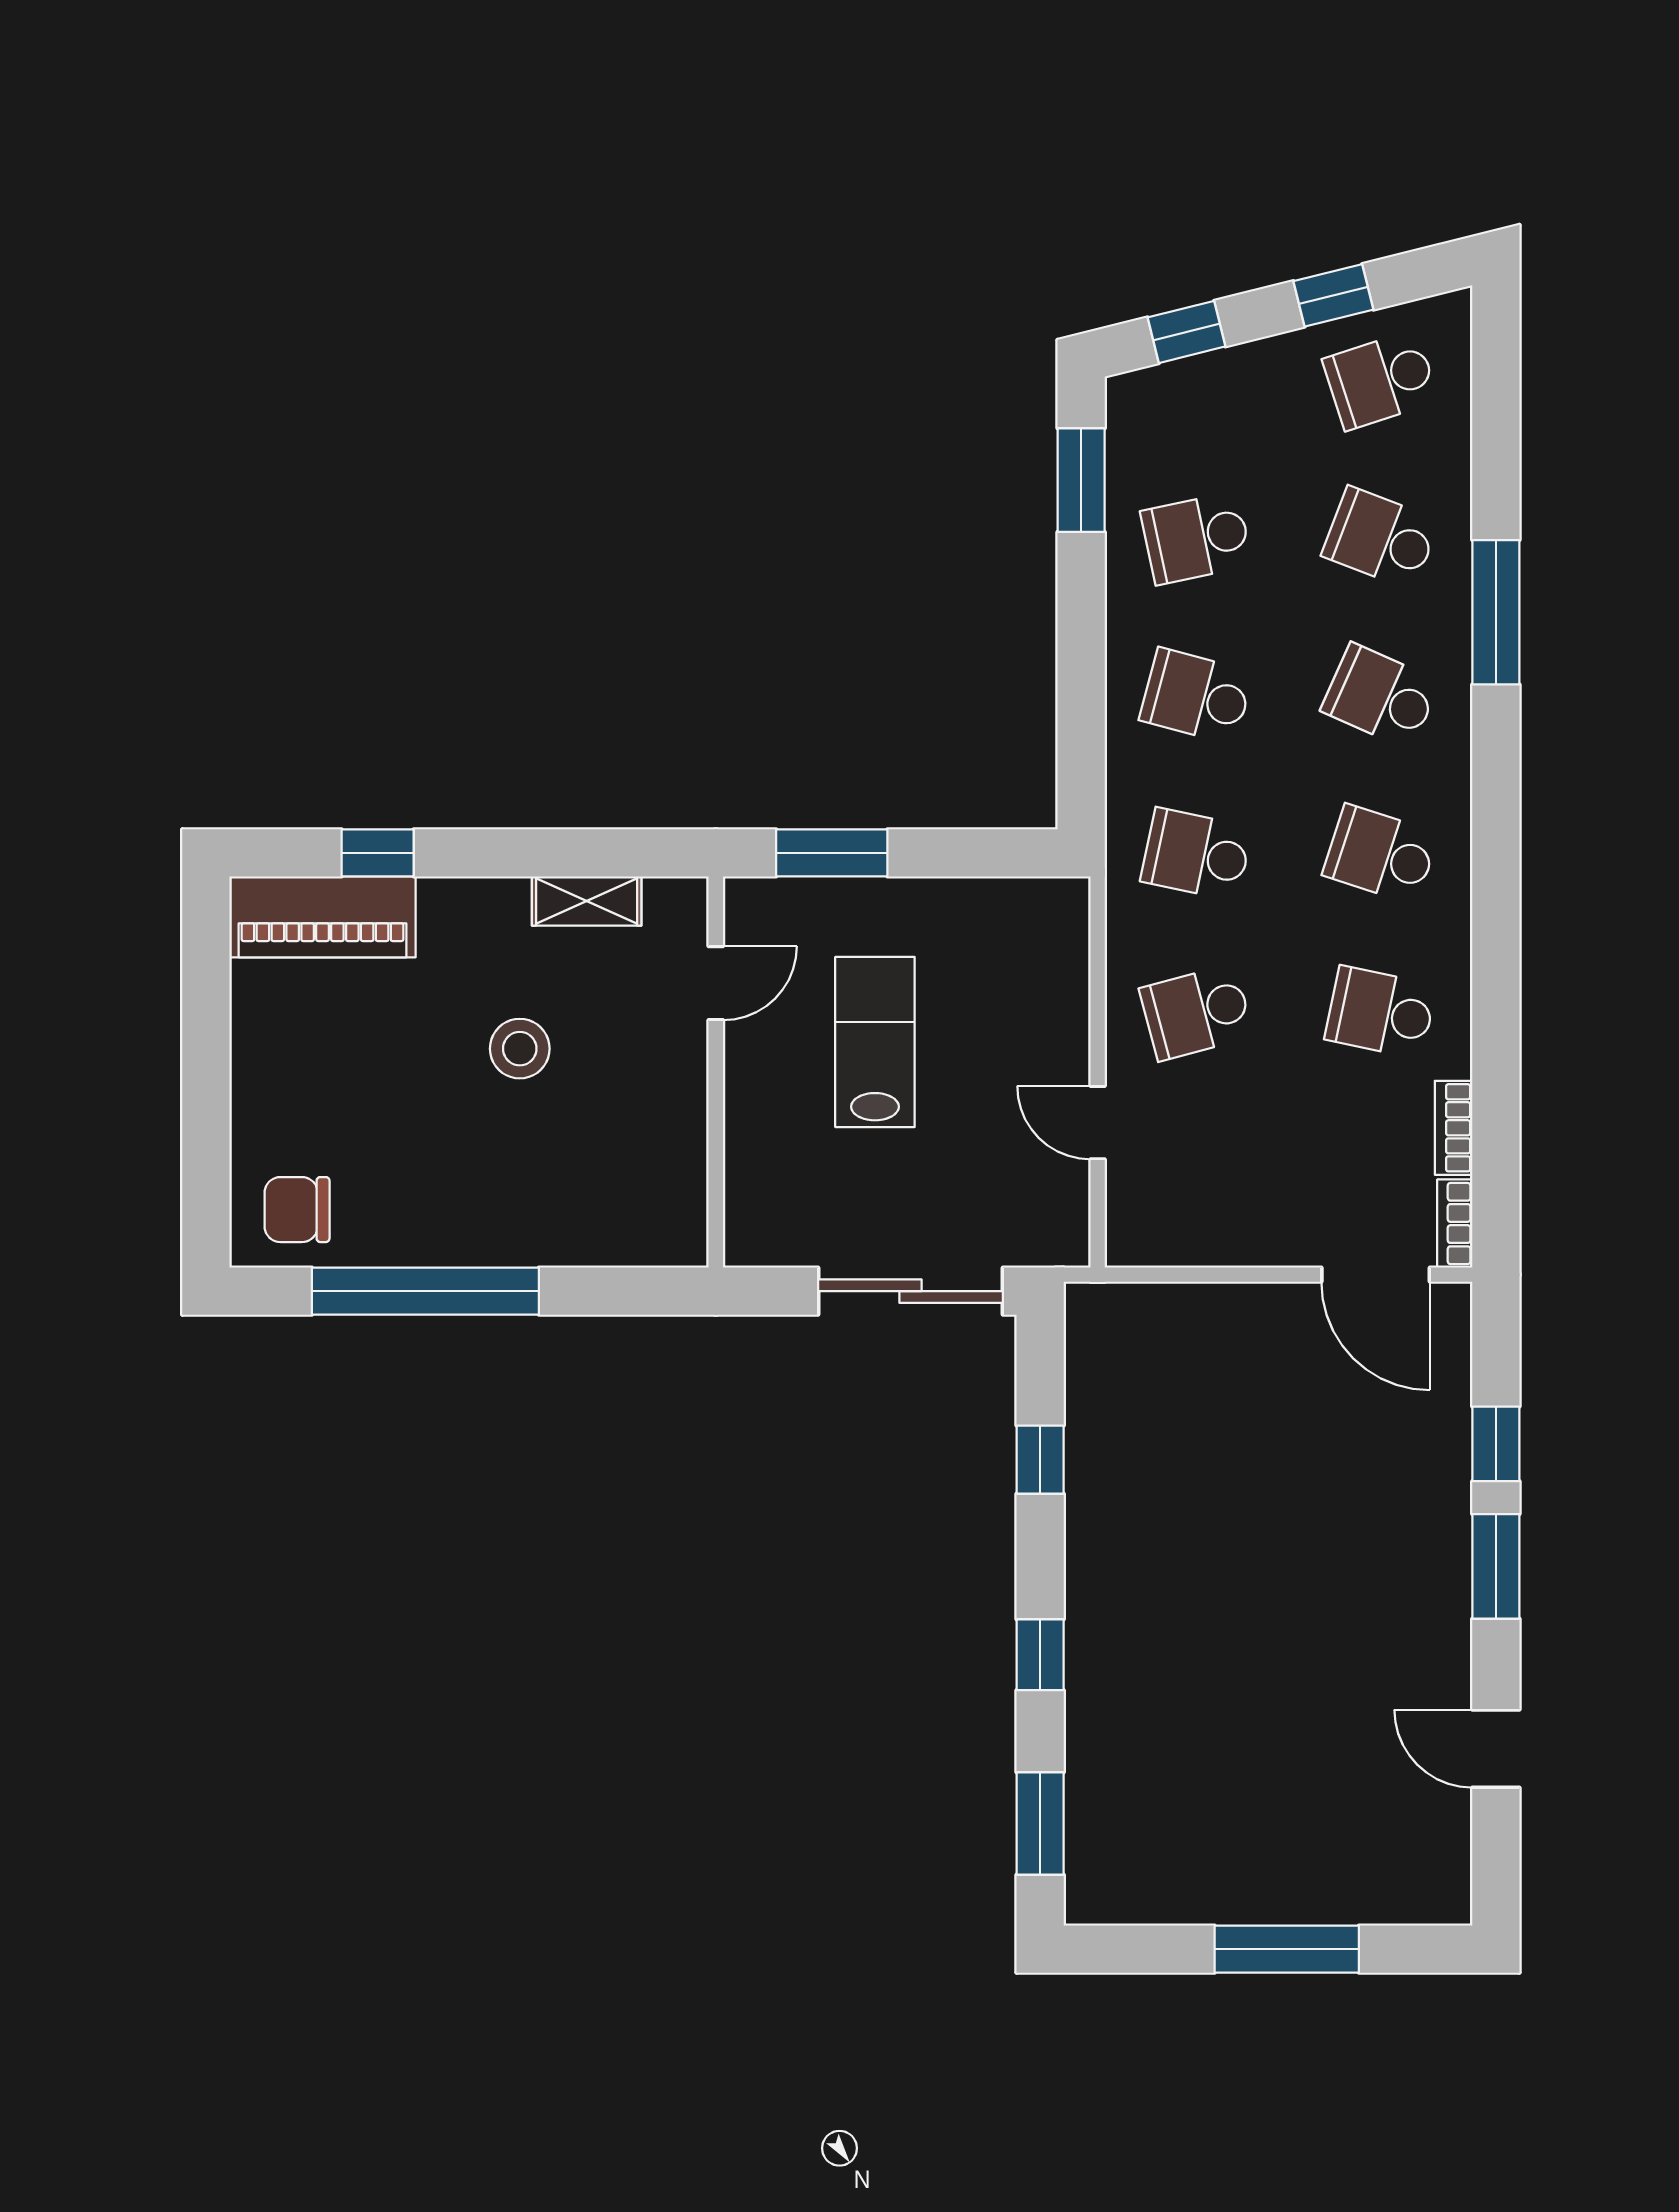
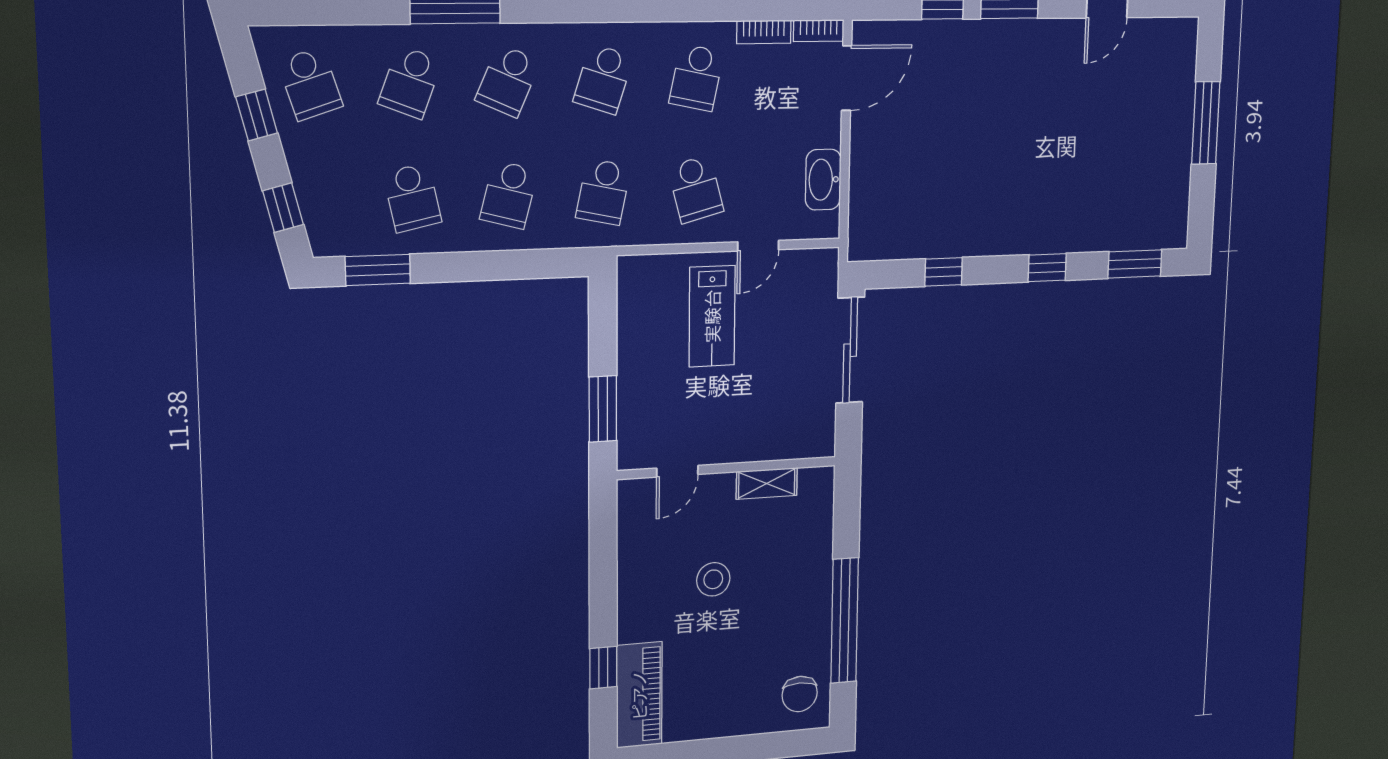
shelving: (587, 901) -> (767, 483), moved, turned 90
door: (716, 983) -> (677, 471), swing flipped
lab bench: (875, 1042) -> (712, 316), moved, turned -90
washbasin: (1206, 1236) -> (823, 180), added

